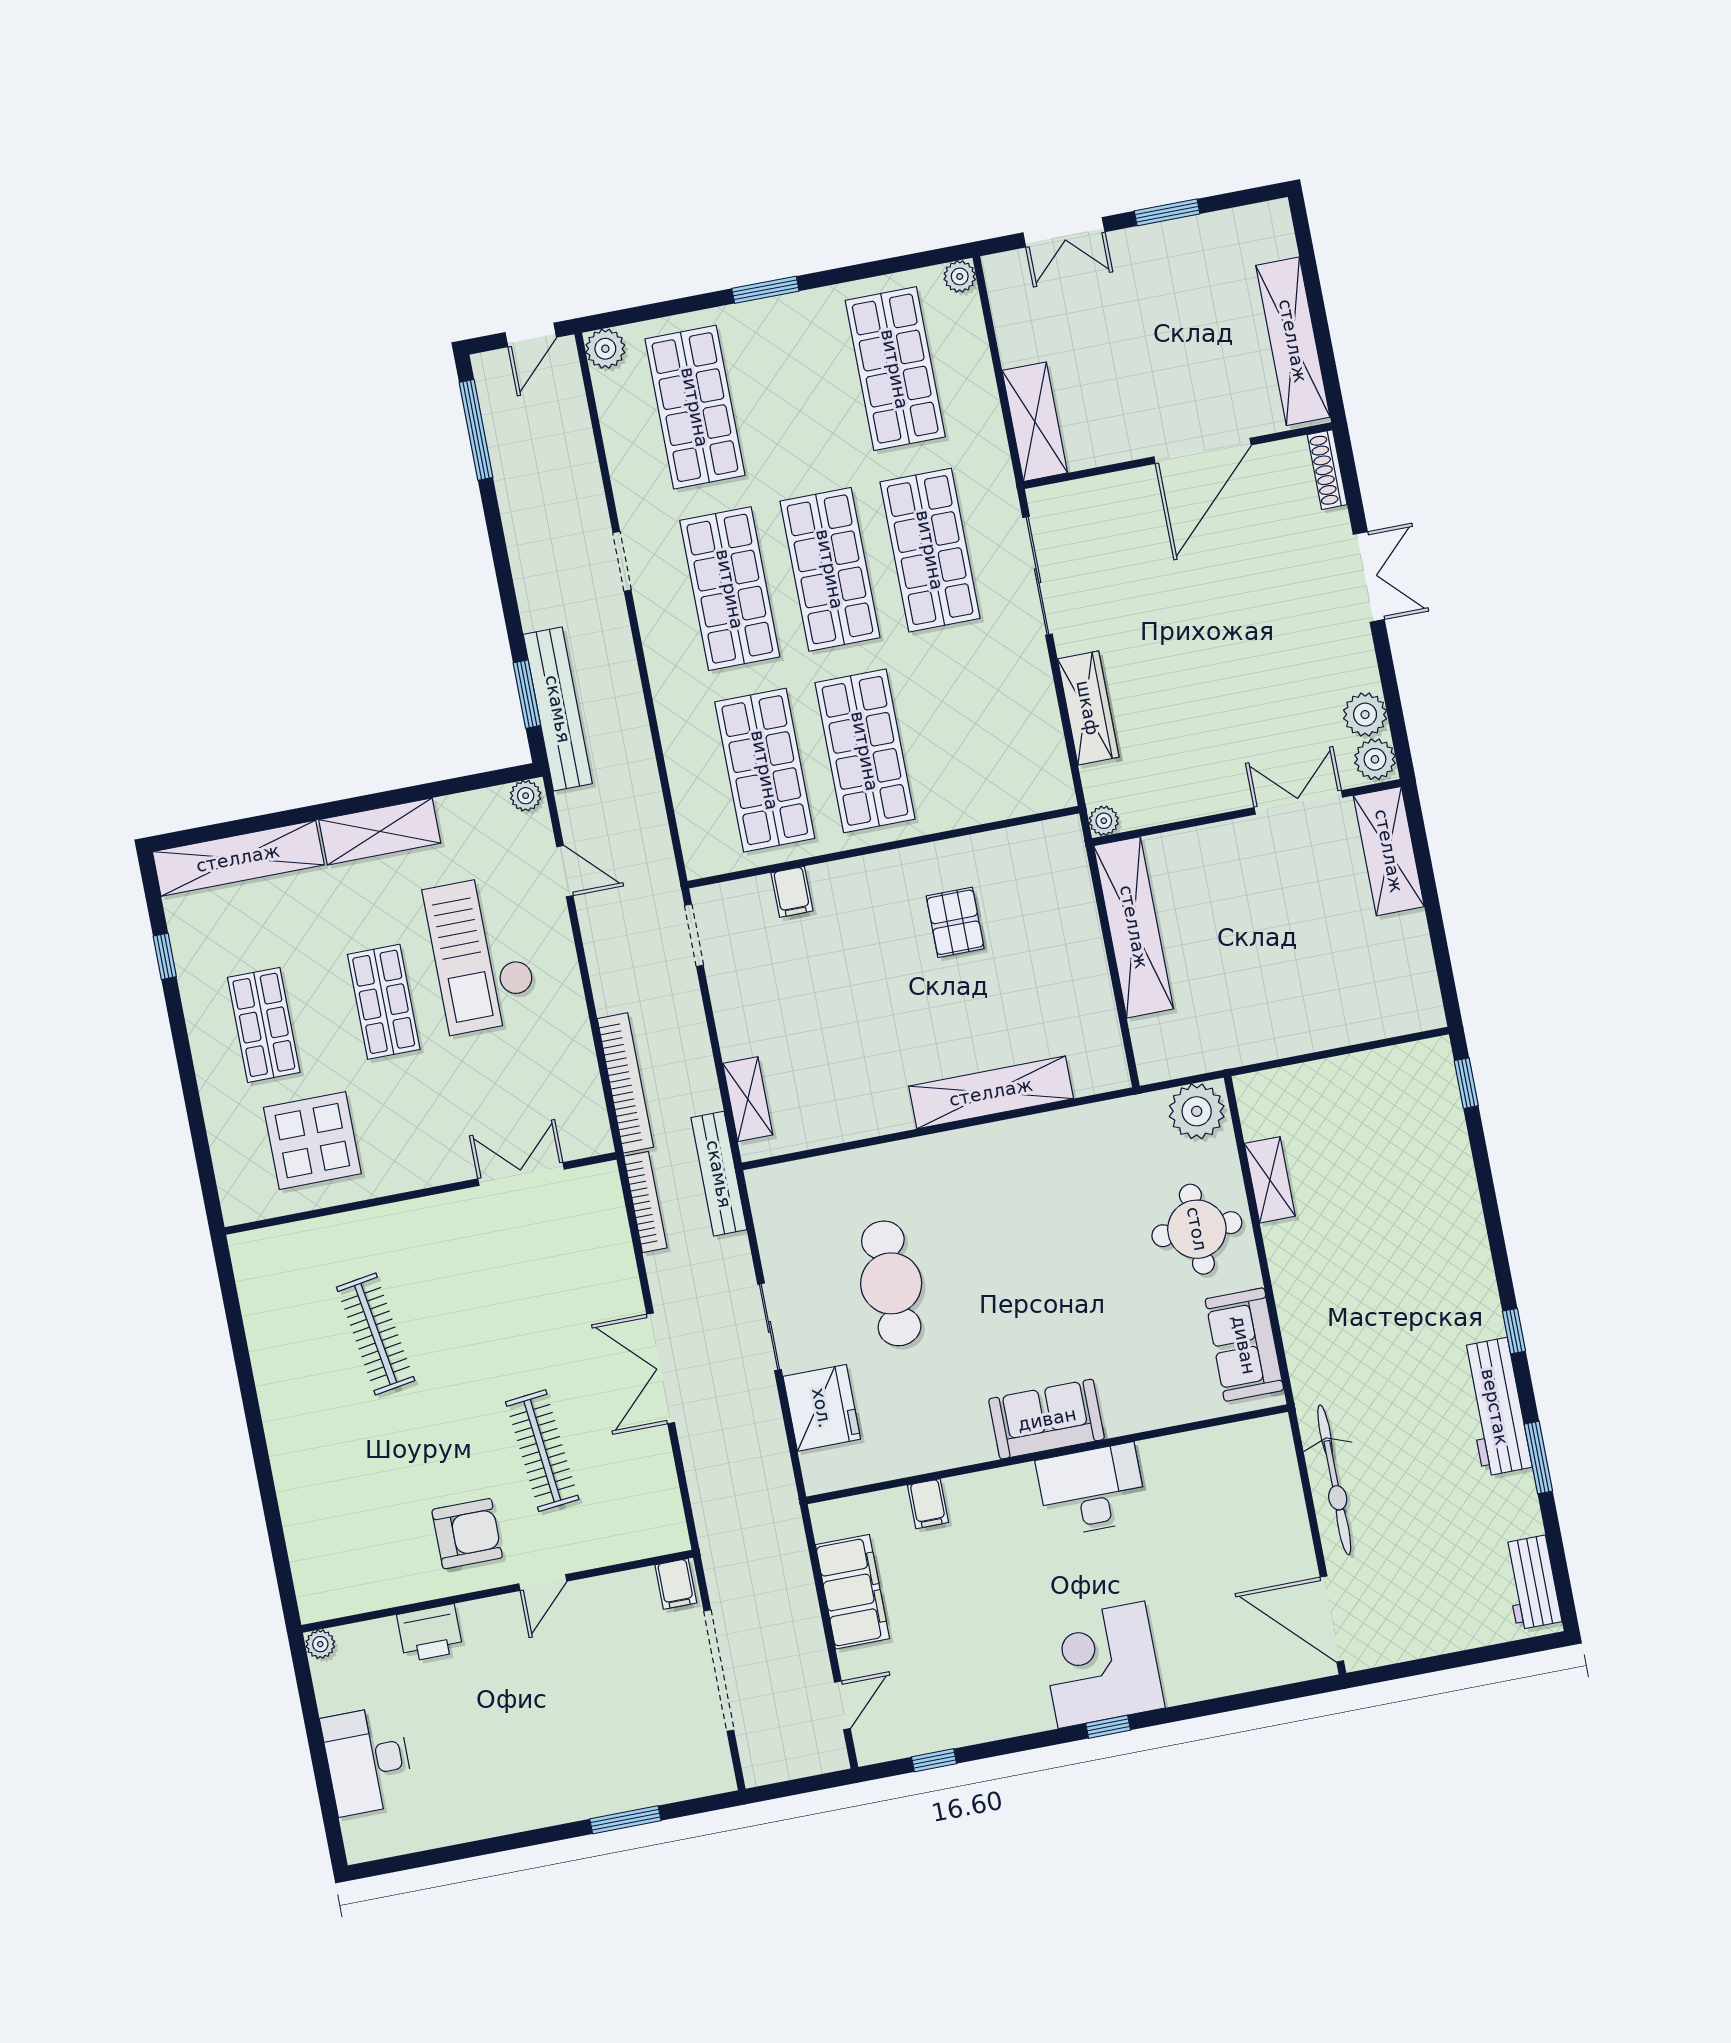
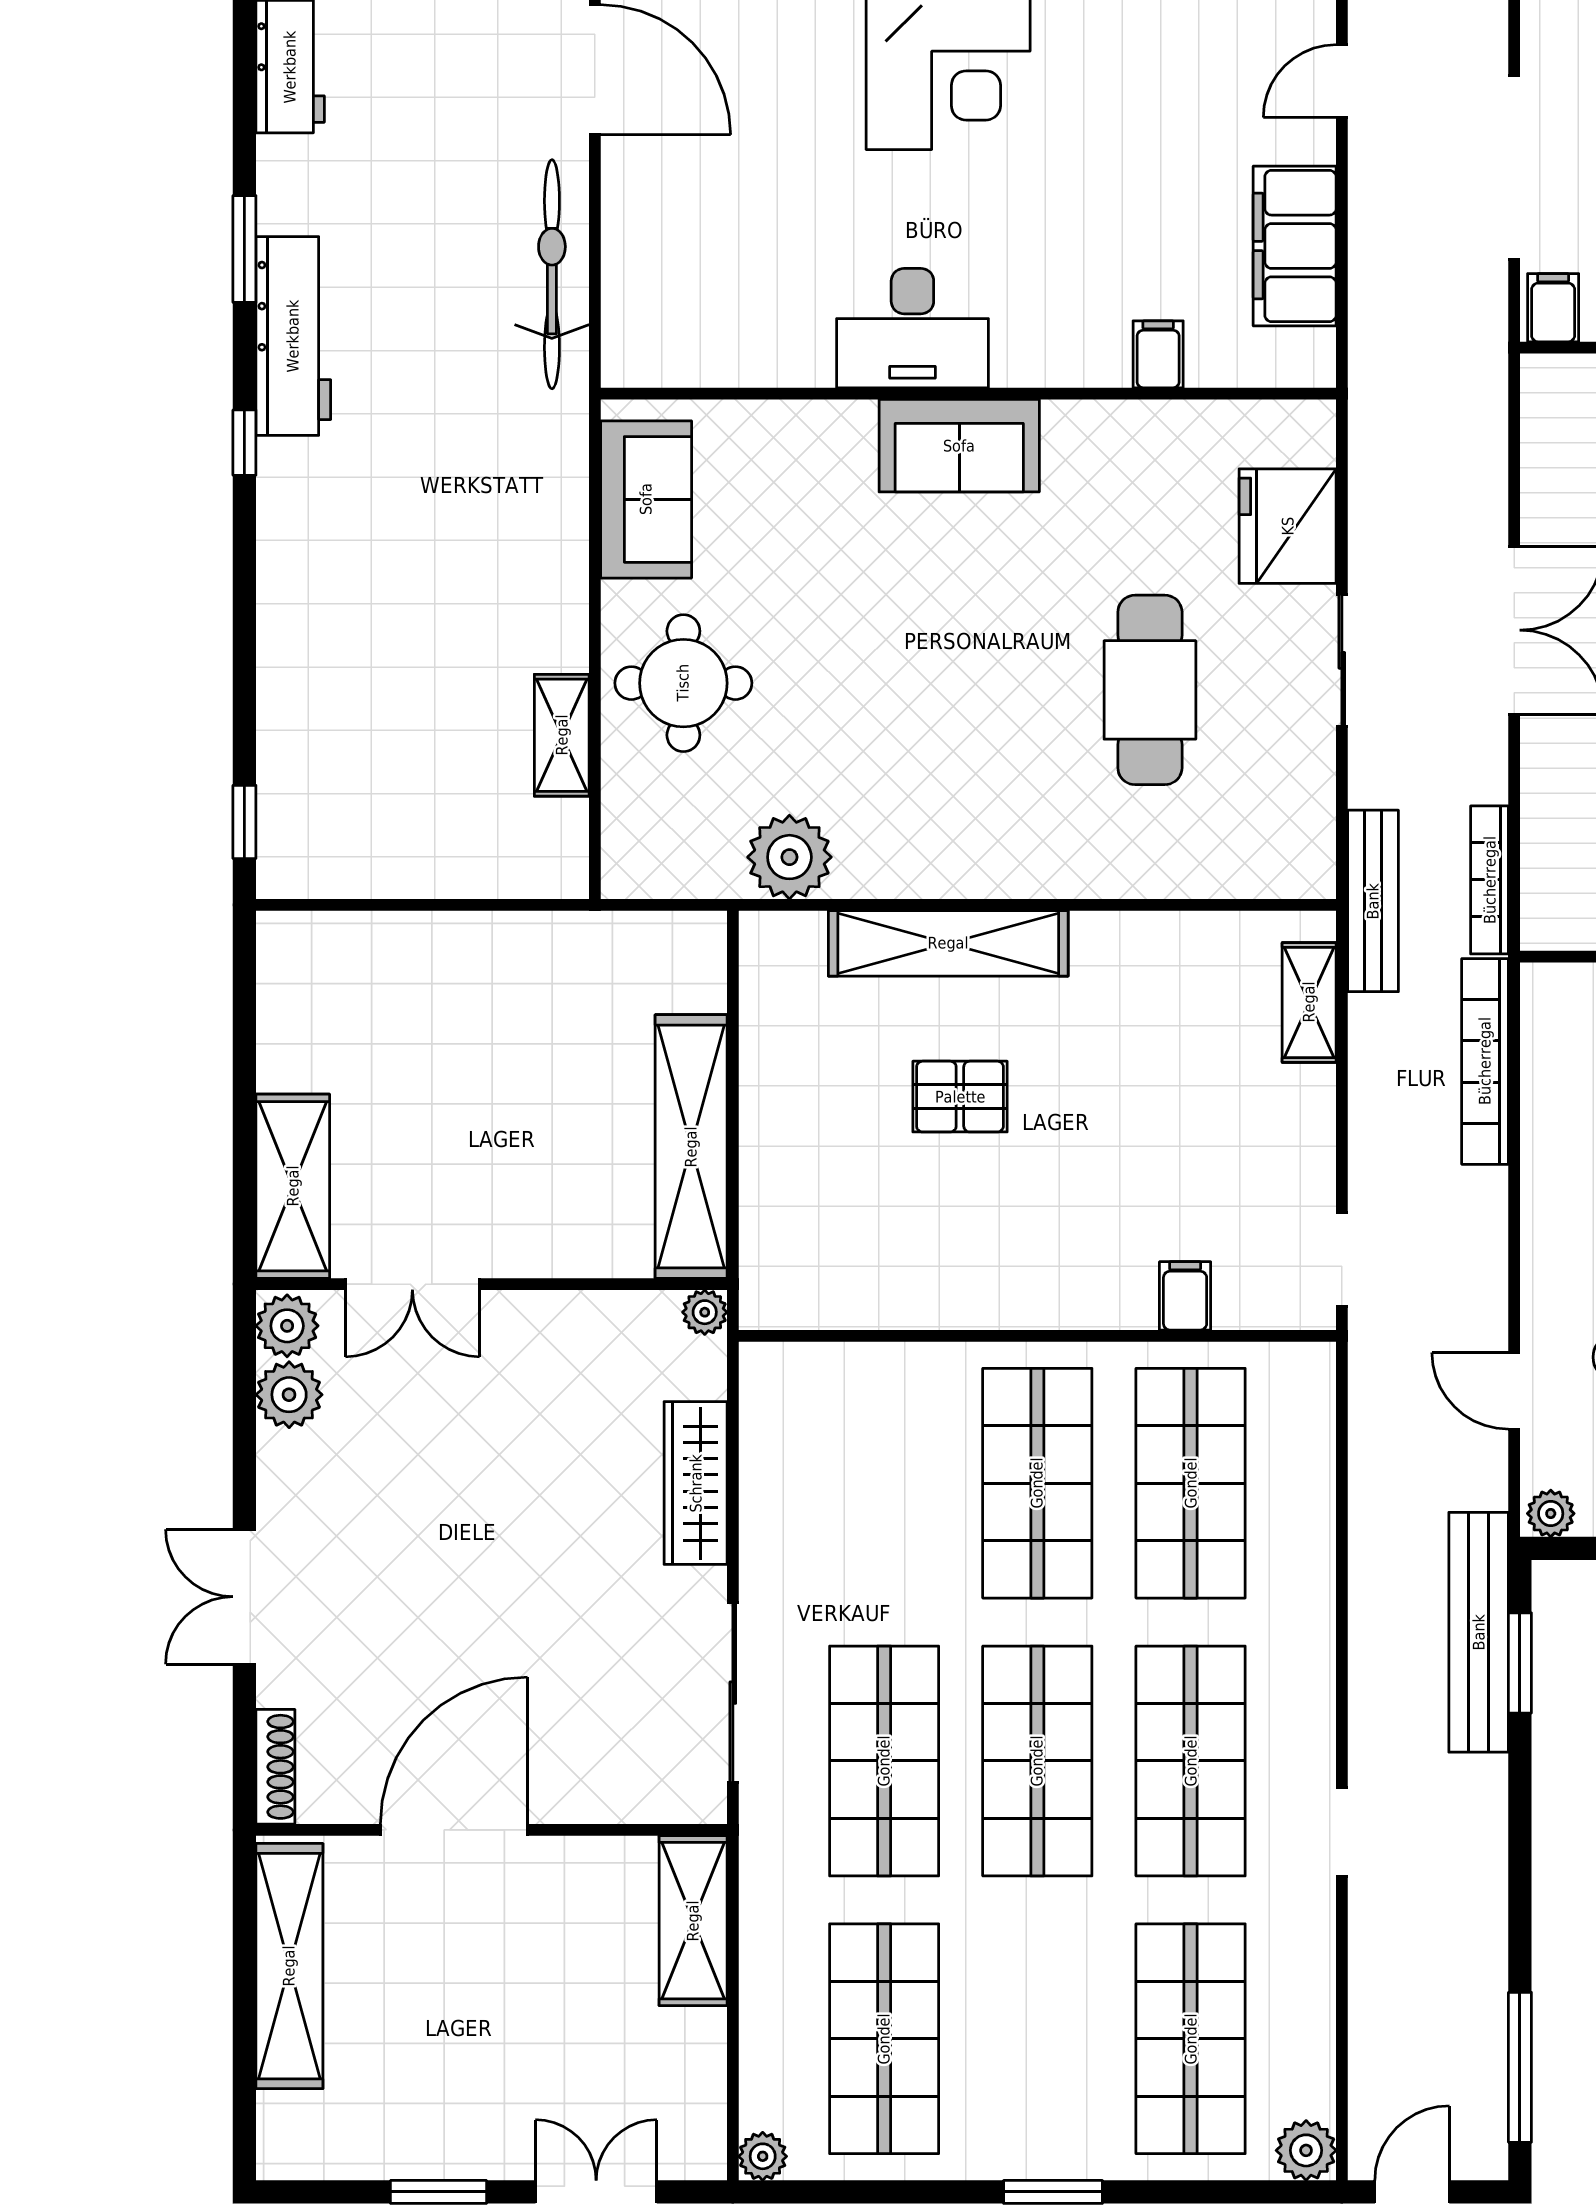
pallet: (955, 922) -> (960, 1097), moved, turned 90
plant: (1197, 1111) -> (789, 857), moved

